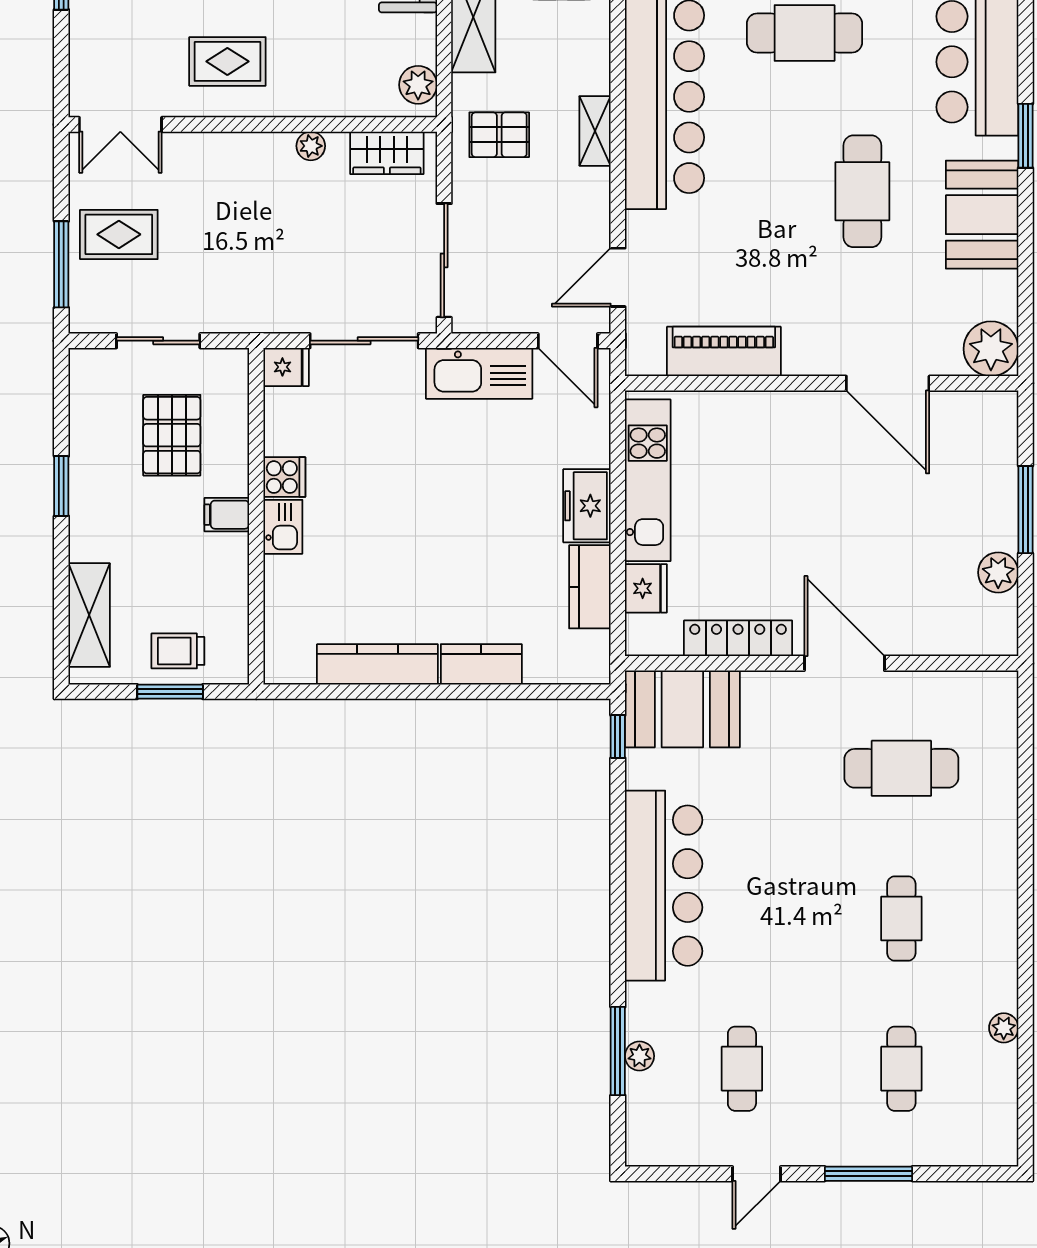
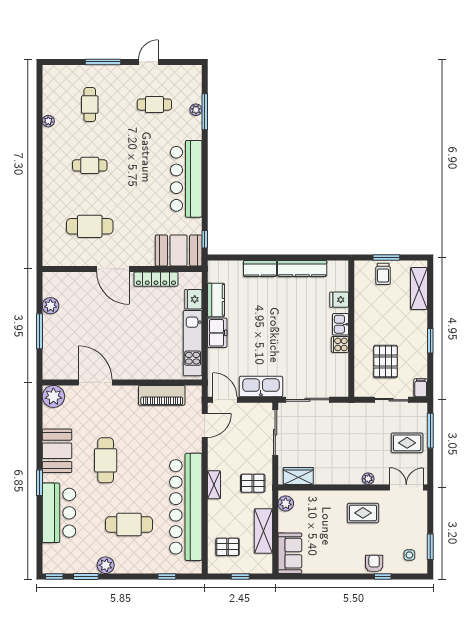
plant: (311, 146) -> (368, 479), moved
fridge: (286, 367) -> (339, 300), moved
filing cabinet: (227, 515) -> (421, 388), moved, turned -90
trolley: (178, 651) -> (383, 274), turned 90
cafe table: (901, 919) -> (90, 165), turned 90
cafe table: (742, 1069) -> (154, 105), turned 90

